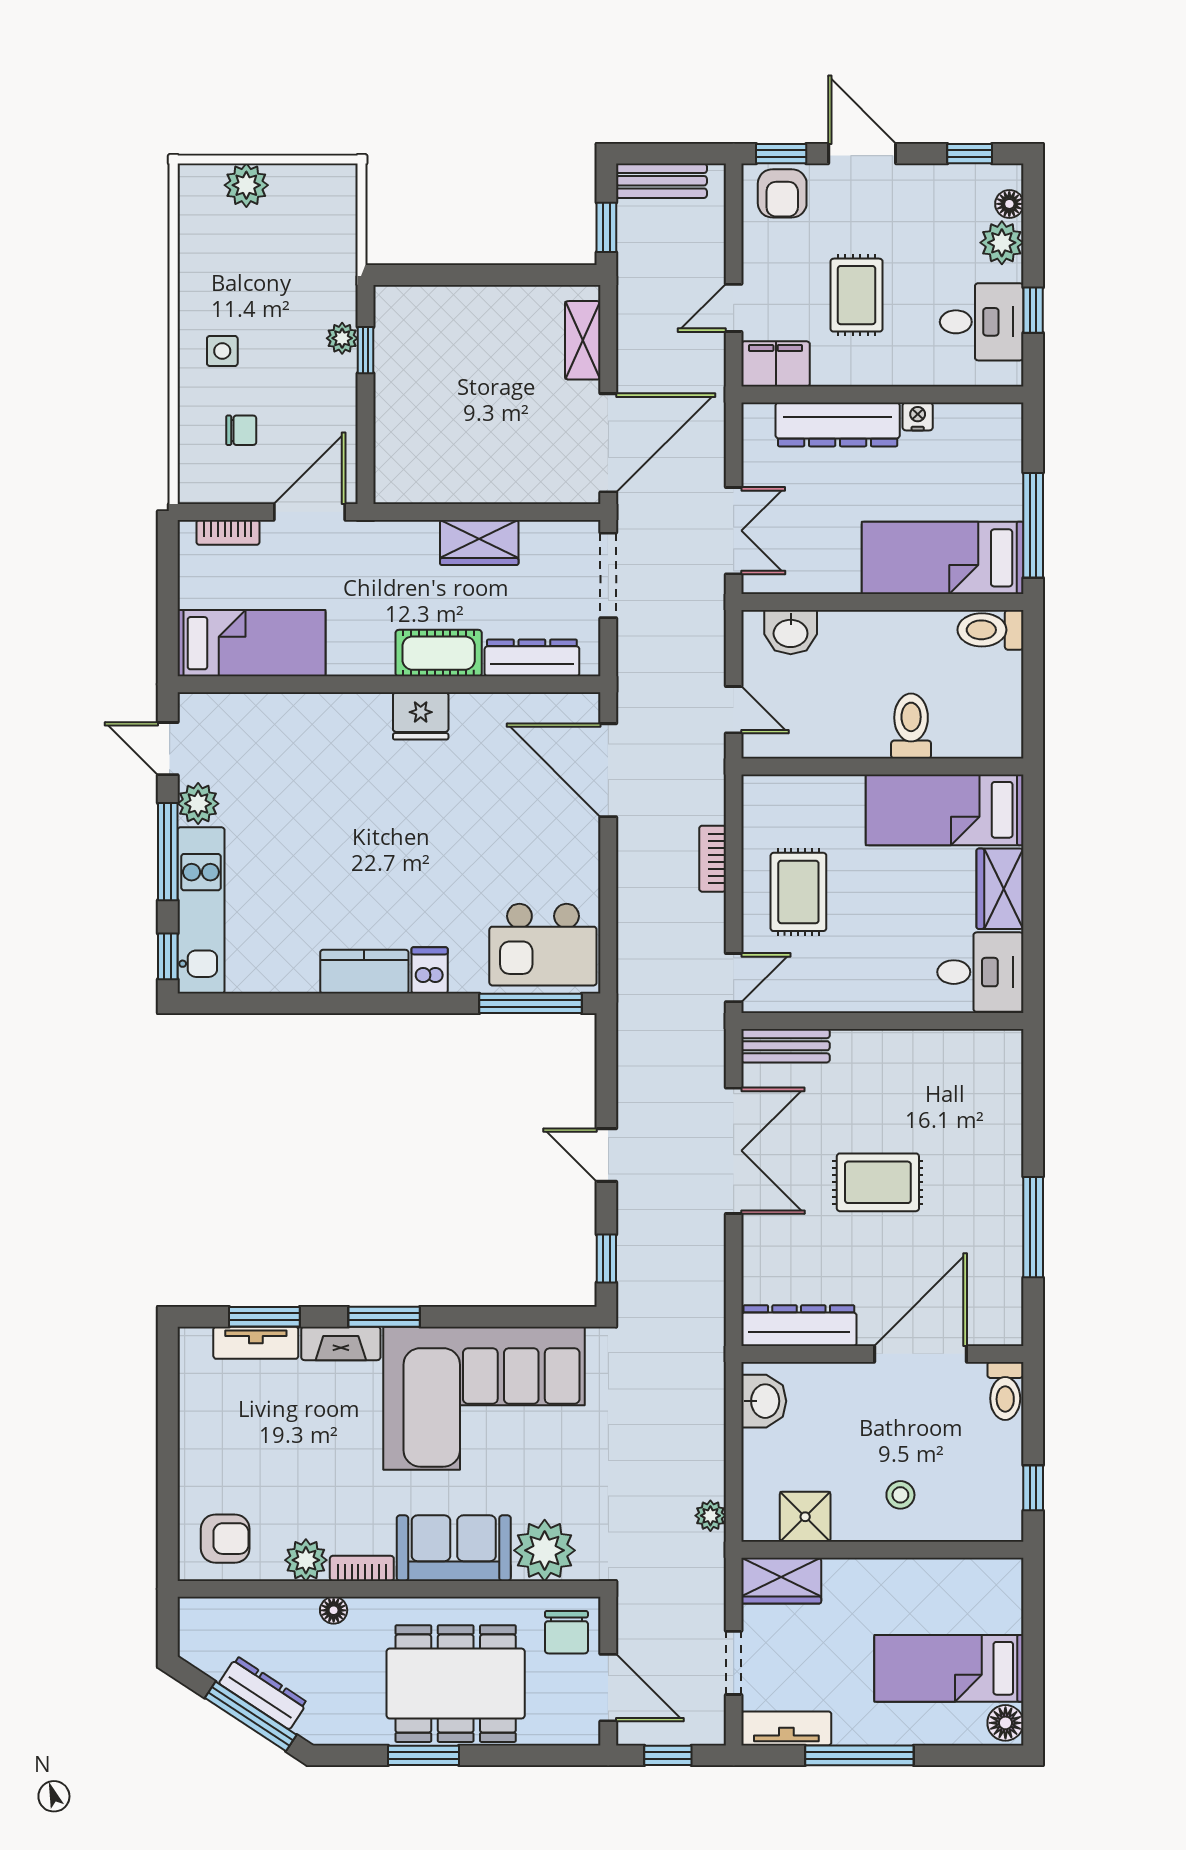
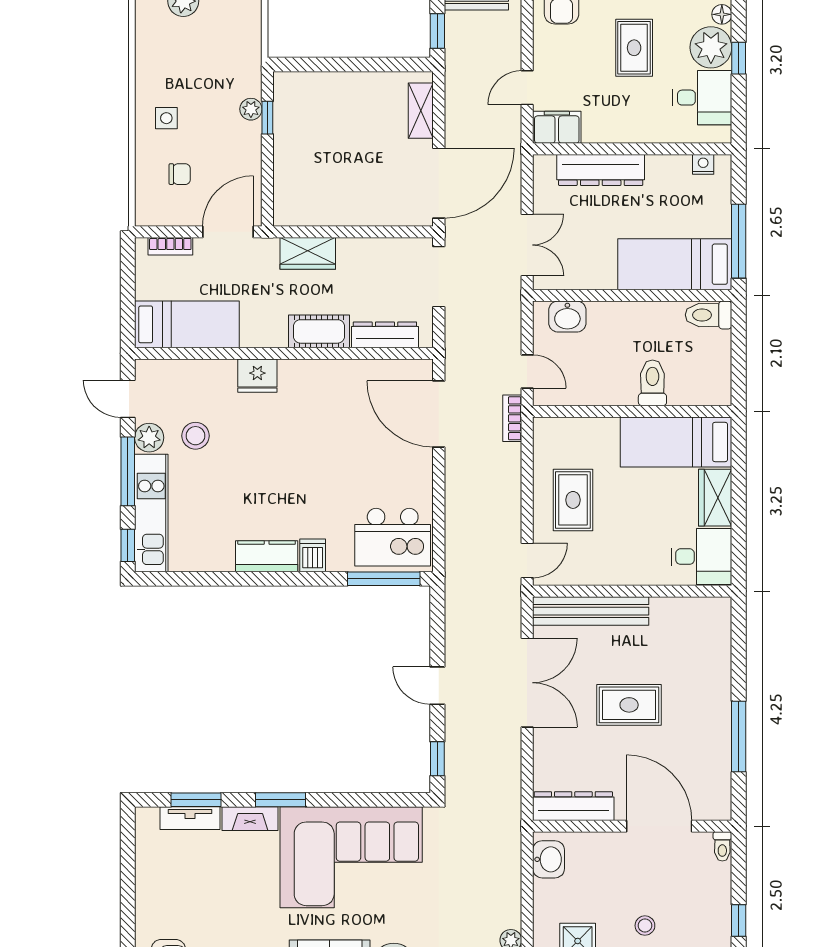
plant: (1002, 243) -> (711, 47), width x1.36, depth x1.36
rug: (857, 295) -> (634, 48), moved
window: (1033, 310) -> (739, 58), moved
nightstand: (918, 416) -> (703, 164), moved
wardrobe: (479, 542) -> (308, 253), moved
fridge: (421, 716) -> (257, 376), moved
stool: (264, 801) -> (195, 436), added
bookcase: (713, 859) -> (512, 418), moved
bench: (785, 1046) -> (591, 611), width x1.86, depth x1.21
door: (921, 1354) -> (659, 826), hinge flipped
toilet: (1005, 1391) -> (722, 846), width x0.73, depth x0.72

